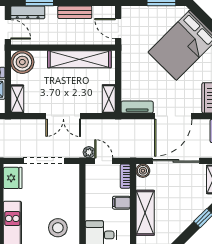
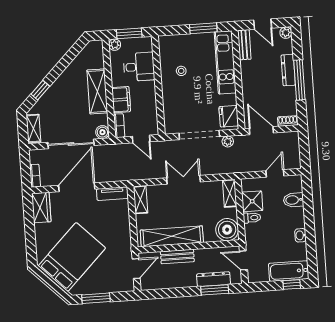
dresser: (28, 12) -> (214, 279), moved
bench: (75, 12) -> (177, 257), moved
door: (118, 29) -> (136, 269), hinge flipped
plant: (89, 152) -> (228, 141), moved
filing cabinet: (121, 203) -> (121, 100), width x2.00
stool: (58, 228) -> (181, 71), width x0.53, depth x0.53

